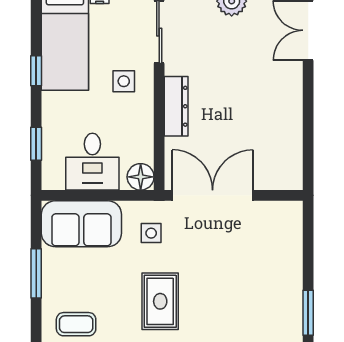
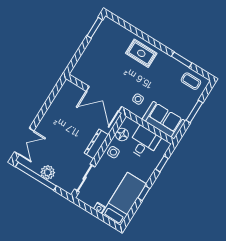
side table: (124, 81) -> (113, 152), moved
floor lamp: (141, 177) -> (122, 134), moved
rug: (160, 301) -> (141, 53), moved, turned 90

